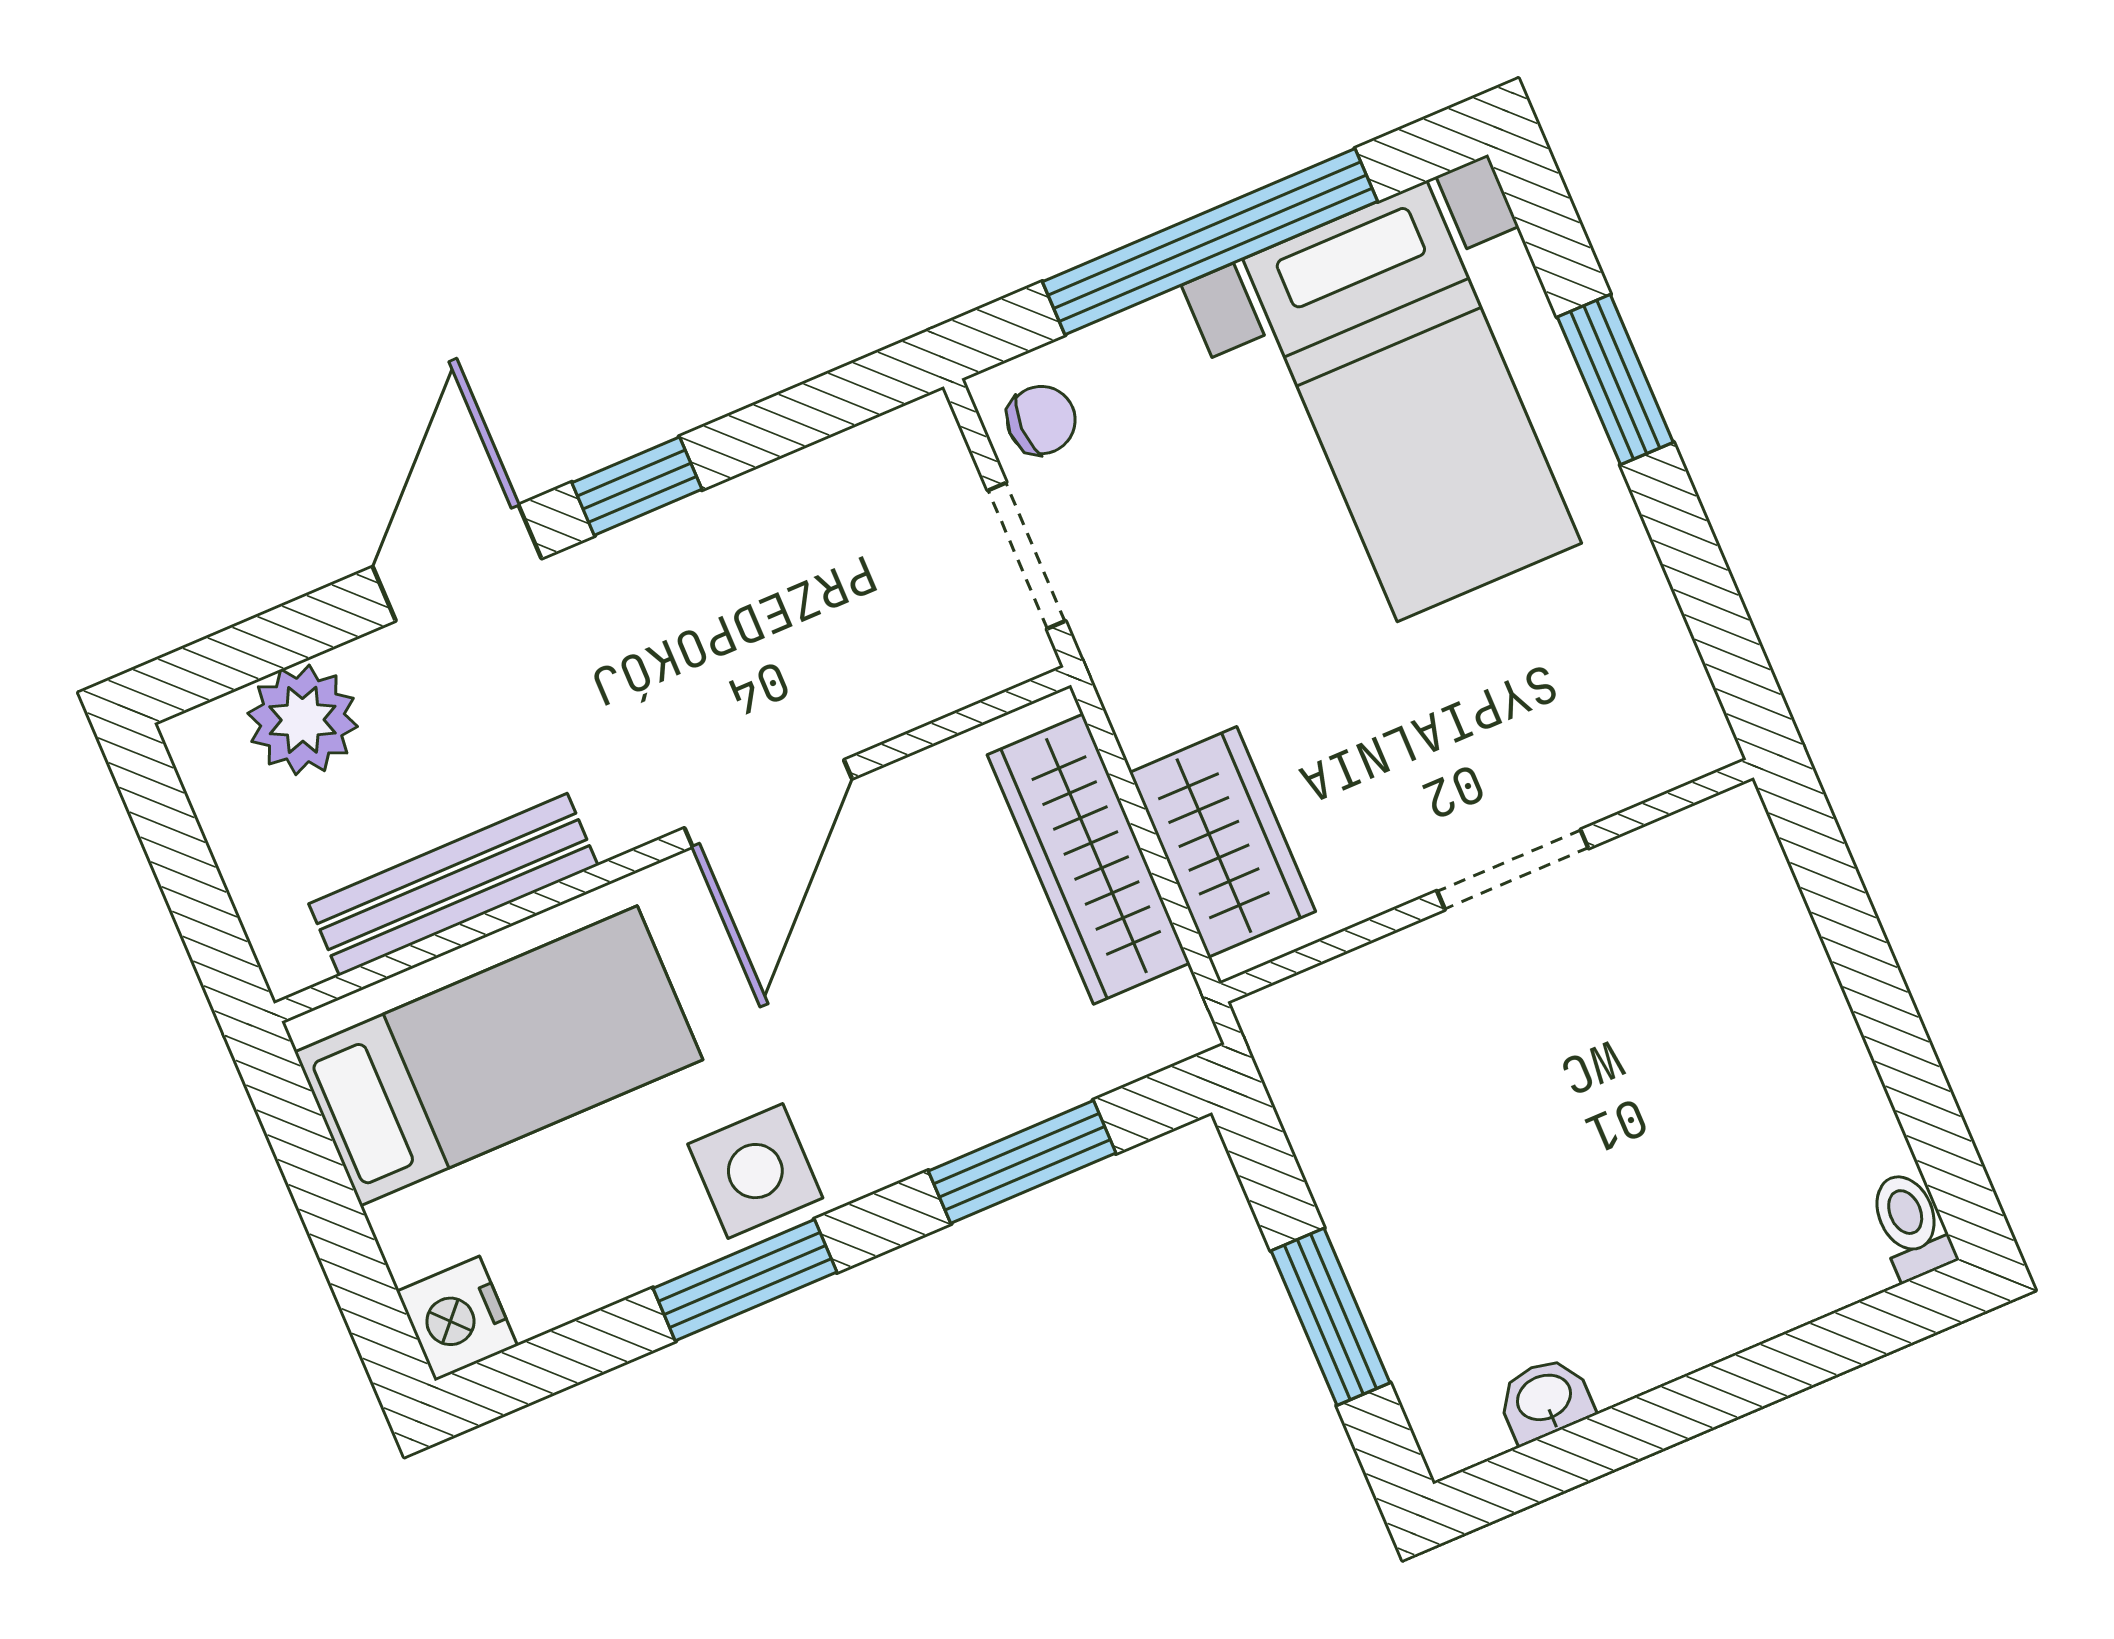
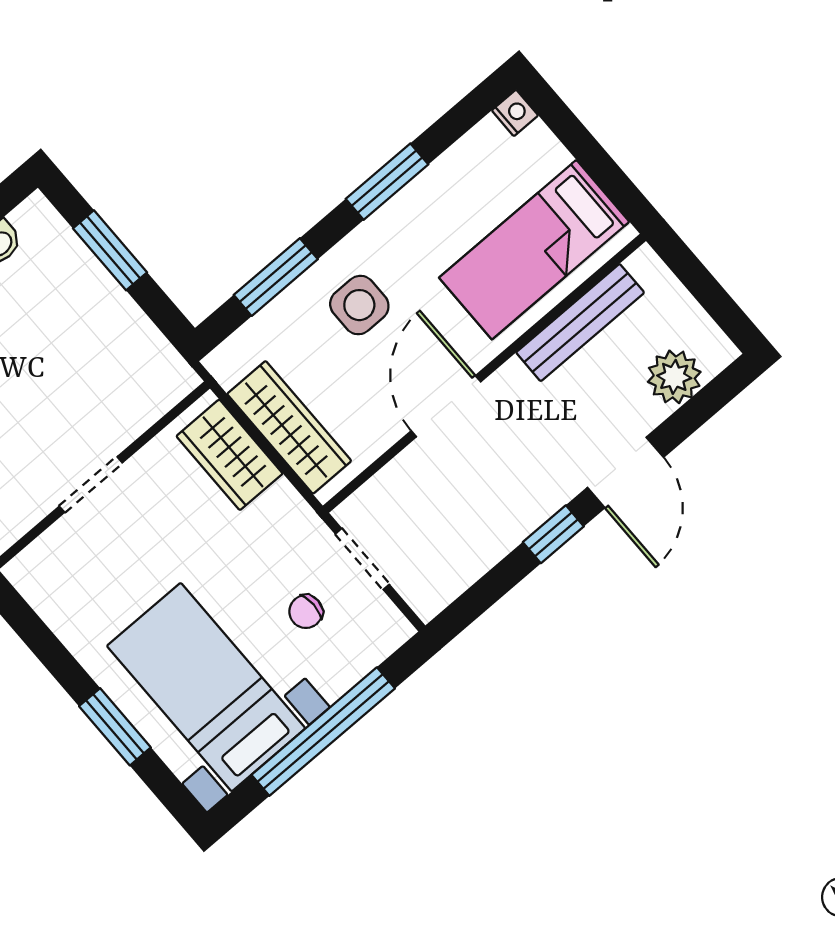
chair: (1041, 420) -> (306, 612), moved
side table: (755, 1171) -> (359, 305), moved
nightstand: (457, 1319) -> (515, 113), width x0.72, depth x0.74

